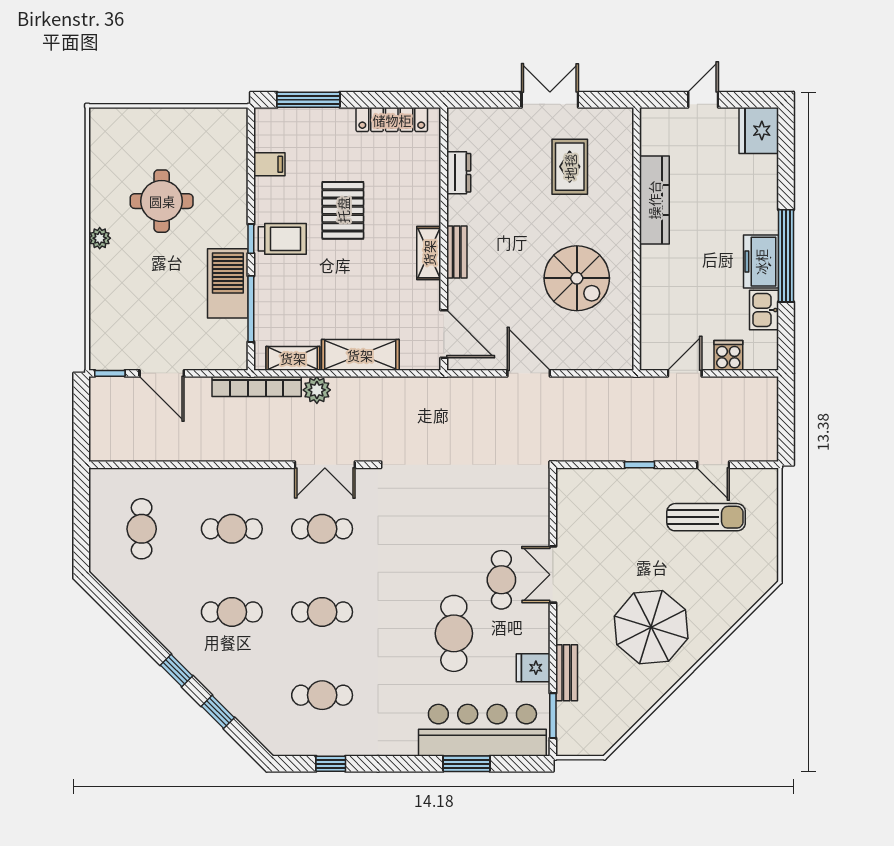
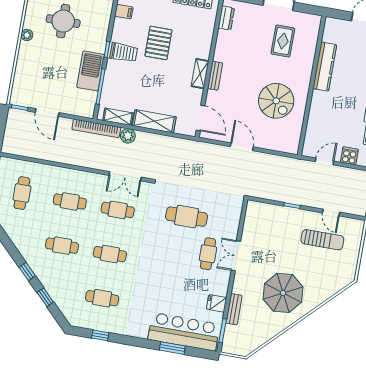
dresser: (459, 173) -> (226, 18), moved
cafe table: (454, 633) -> (187, 217), moved, turned 90

